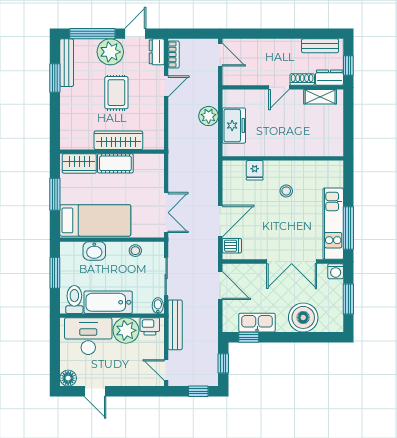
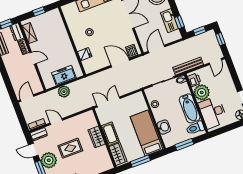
window: (348, 124) -> (39, 11), added
wardrobe: (118, 140) -> (97, 137), width x0.67
double door: (166, 213) -> (108, 102), moved

